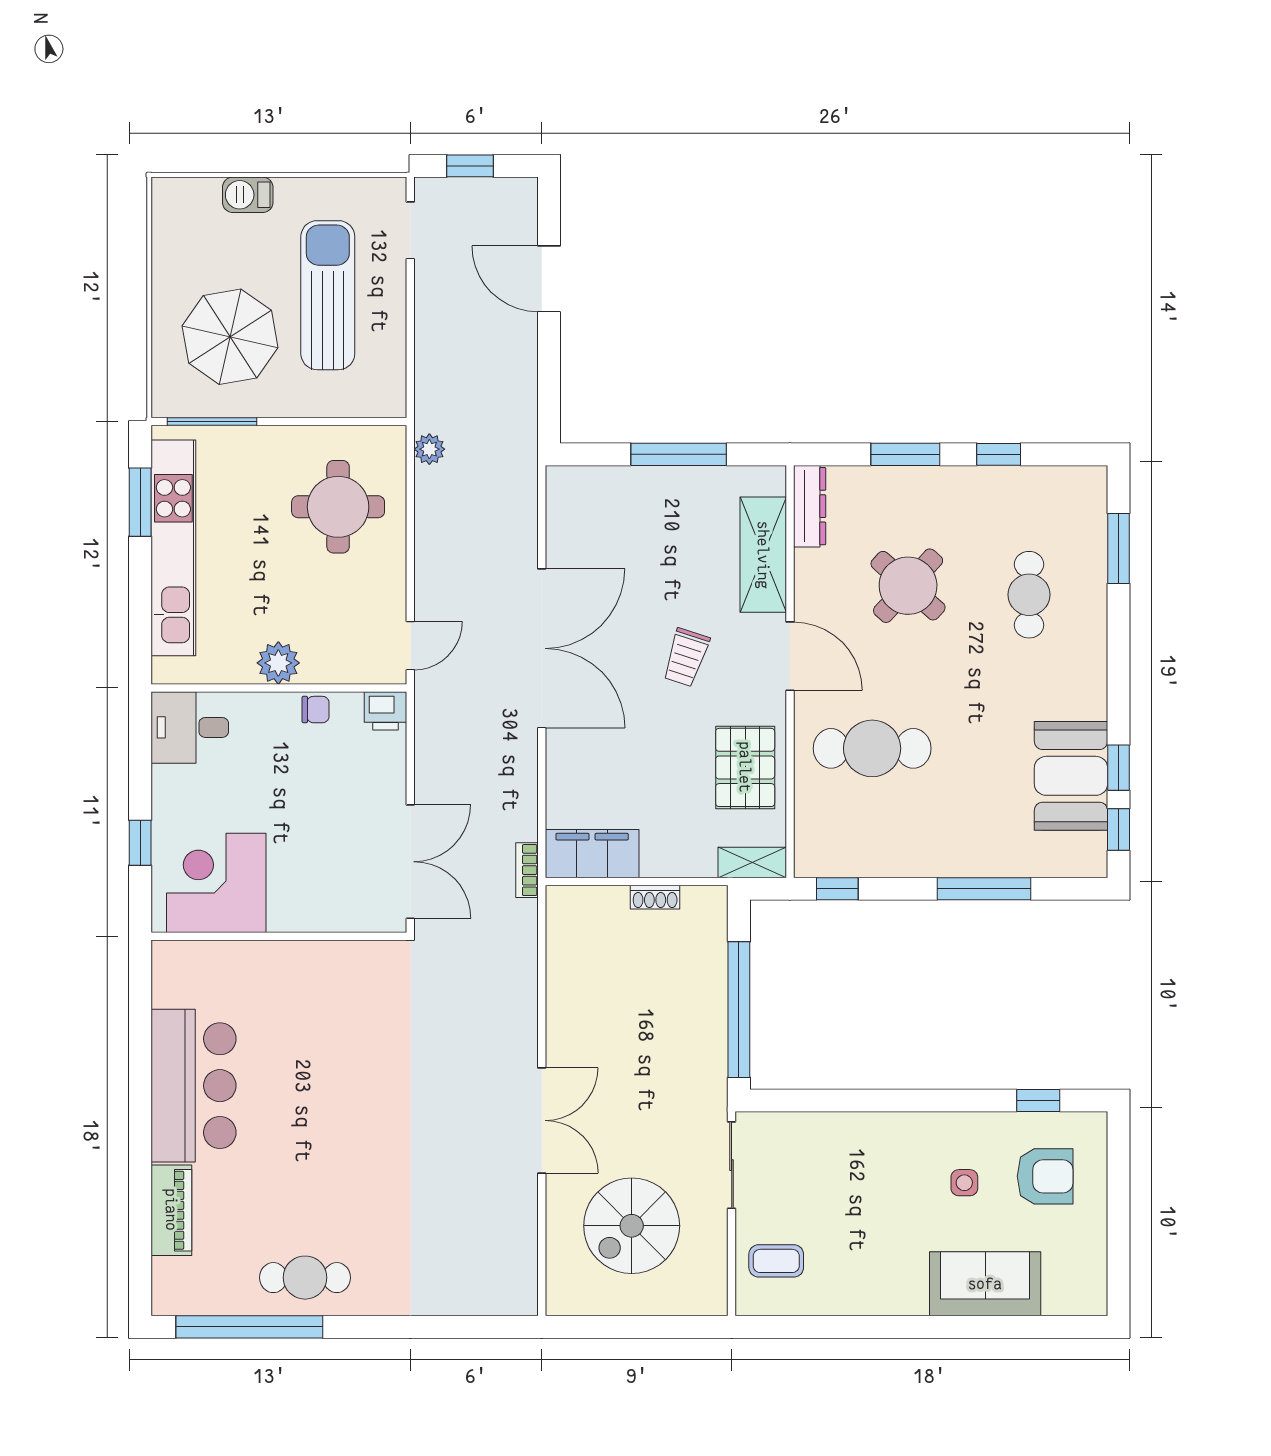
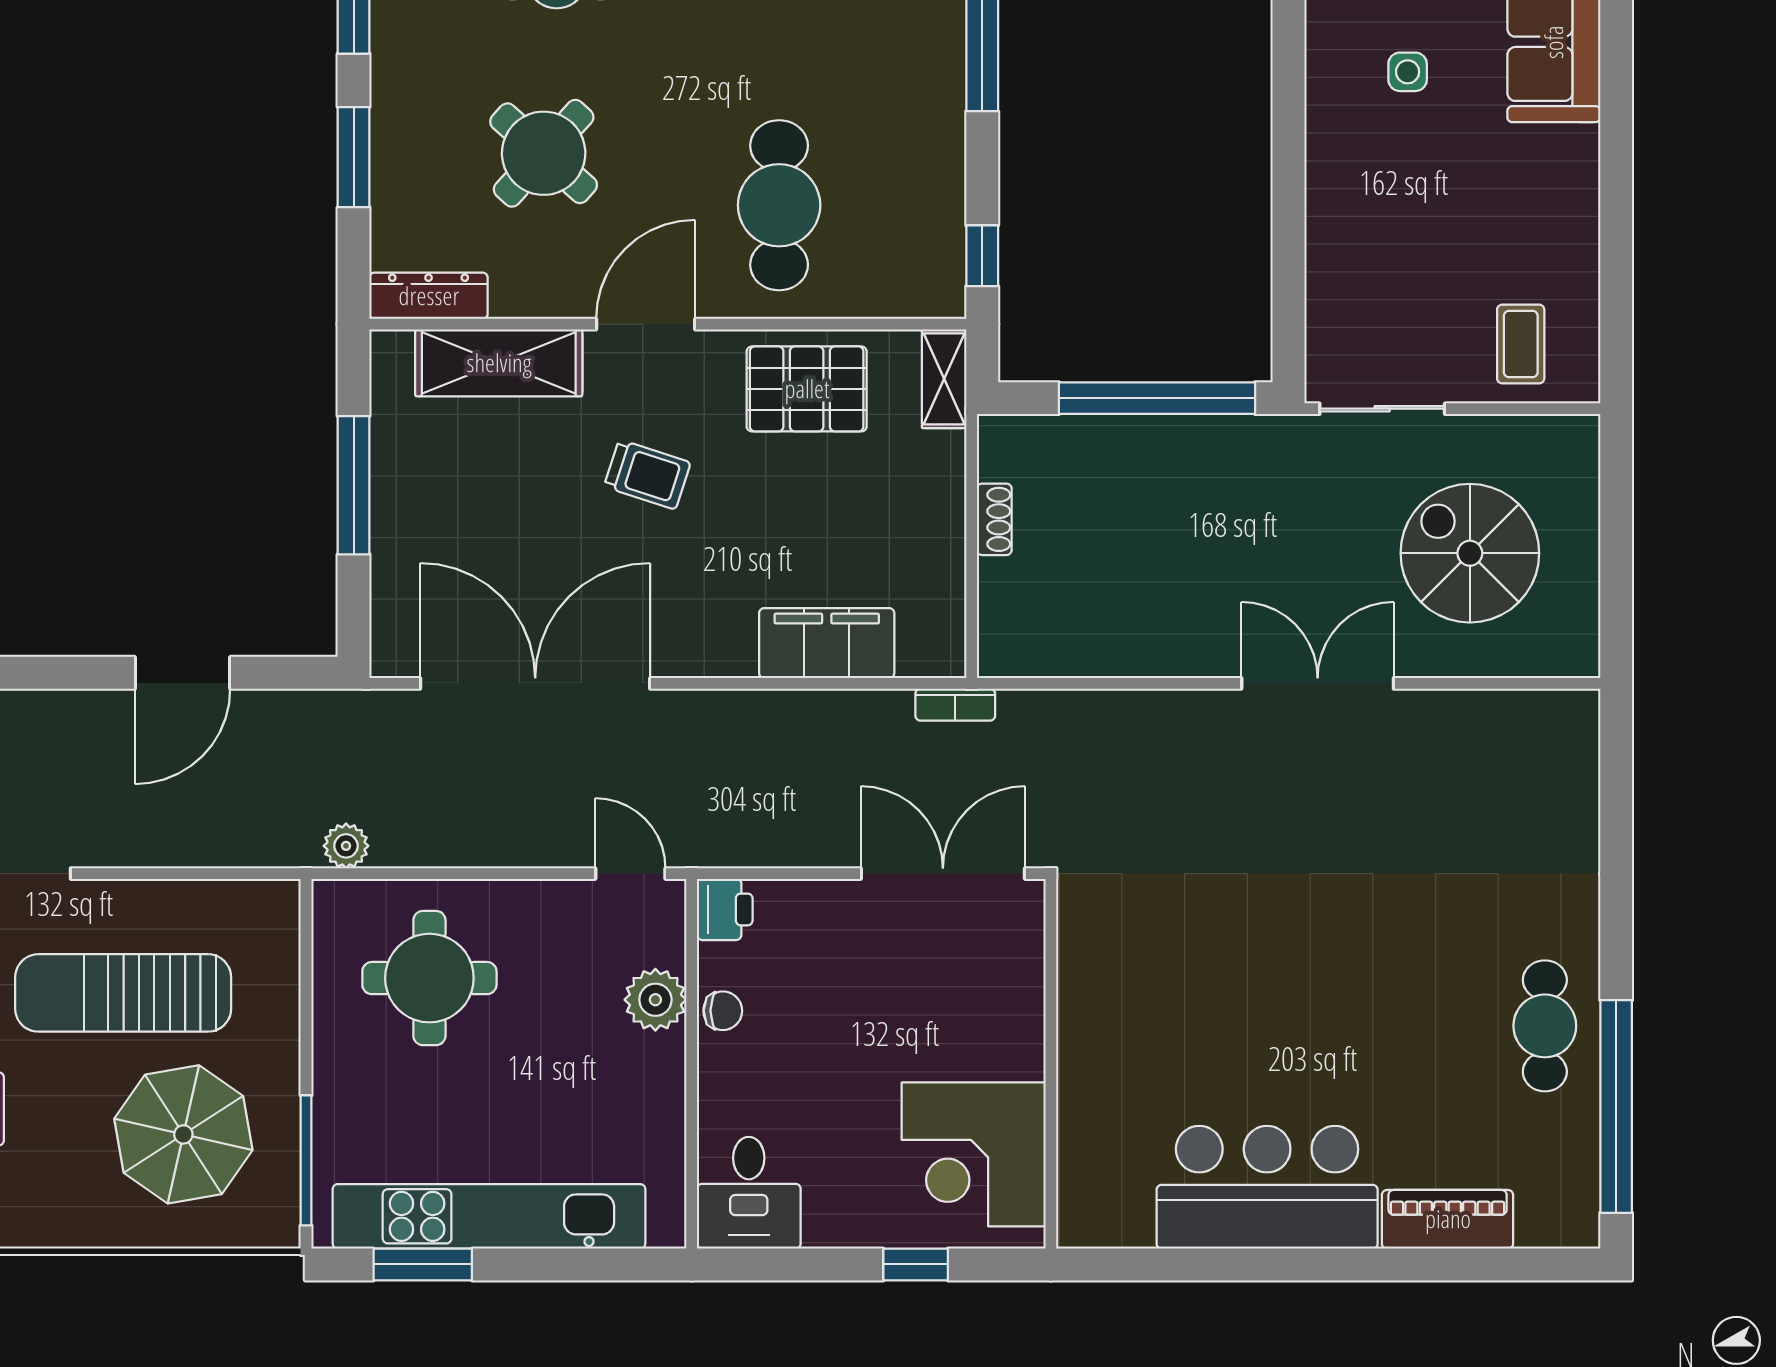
door: (549, 279) -> (183, 673), moved
double door: (542, 648) -> (535, 683), moved
plant: (278, 663) -> (655, 1000), moved
chair: (315, 710) -> (723, 1011), turned 90
filing cabinet: (592, 854) -> (827, 643), moved, turned 90
spiral stairs: (632, 1226) -> (1470, 553), turned 180

